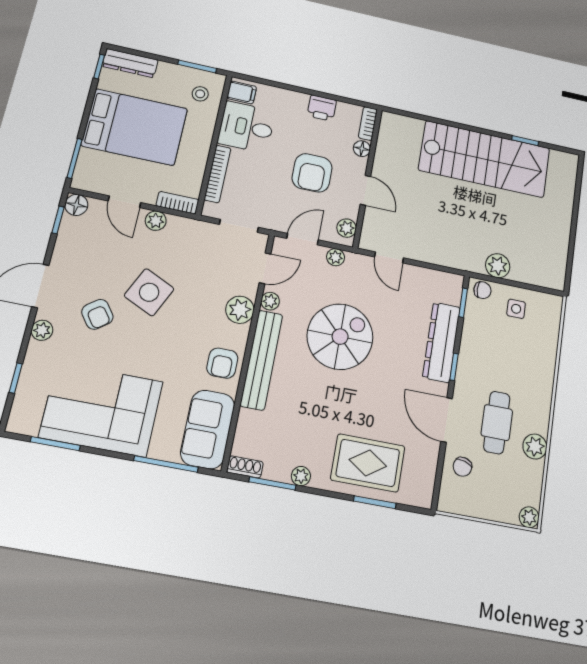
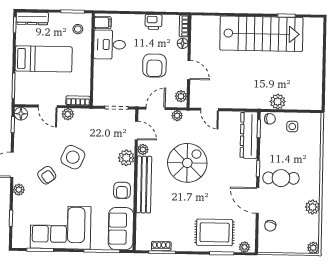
bed: (135, 127) -> (44, 59), width x0.67
bookcase: (217, 174) -> (98, 78), removed
door: (265, 268) -> (136, 130), hinge flipped
dresser: (441, 342) -> (249, 135), moved
cafe table: (497, 423) -> (281, 178), moved, turned 90
shoe rack: (245, 467) -> (161, 246), moved
plant: (301, 476) -> (244, 247), moved

